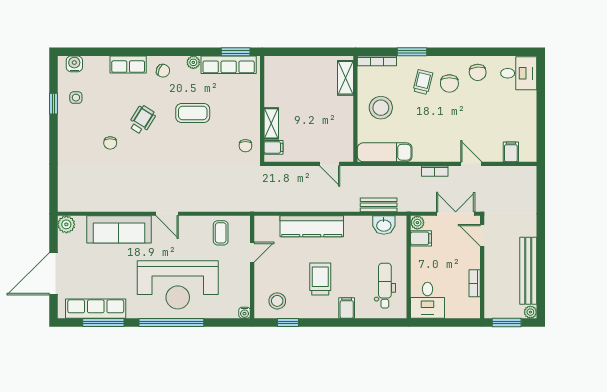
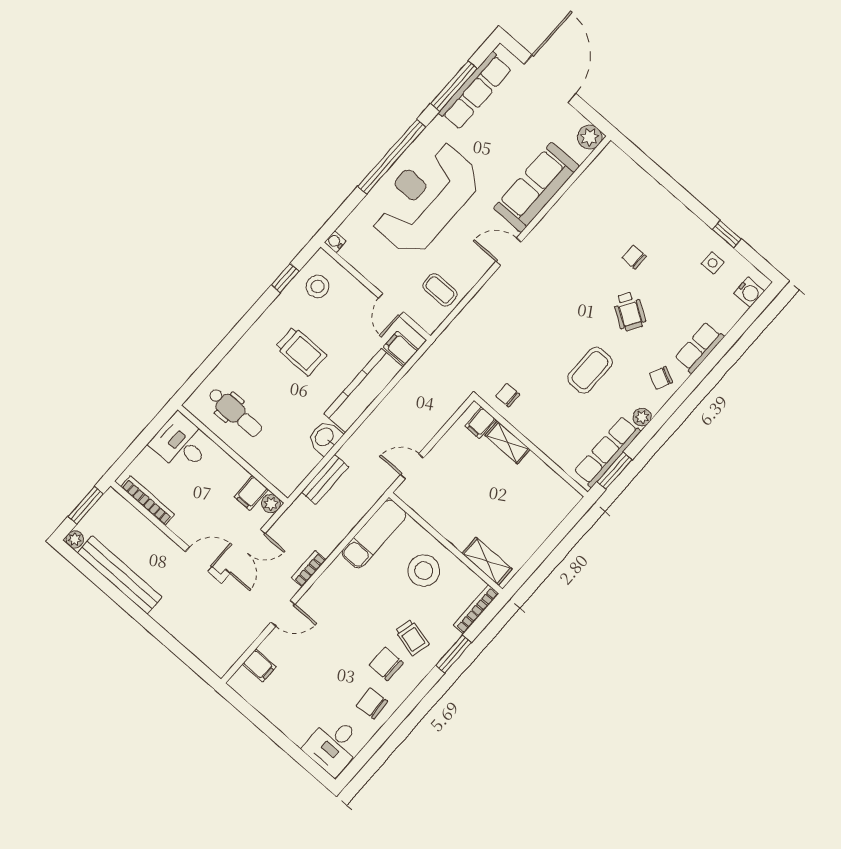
washbasin: (384, 225) -> (325, 437), moved
bookcase: (475, 283) -> (148, 501), width x1.56
filing cabinet: (347, 308) -> (401, 348), moved, turned 180

